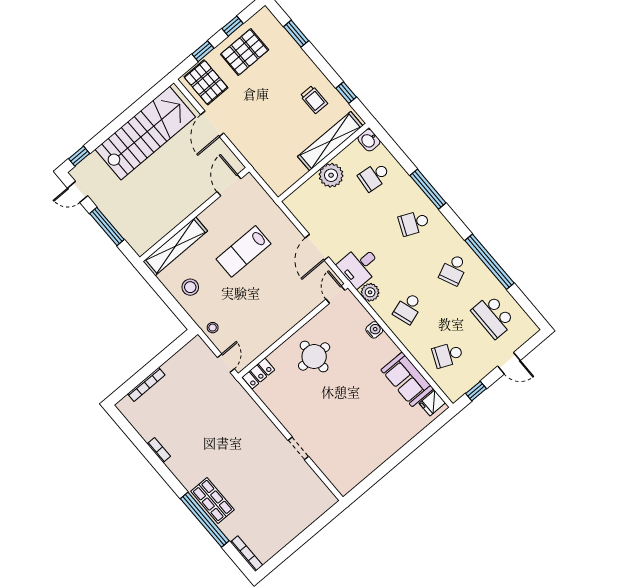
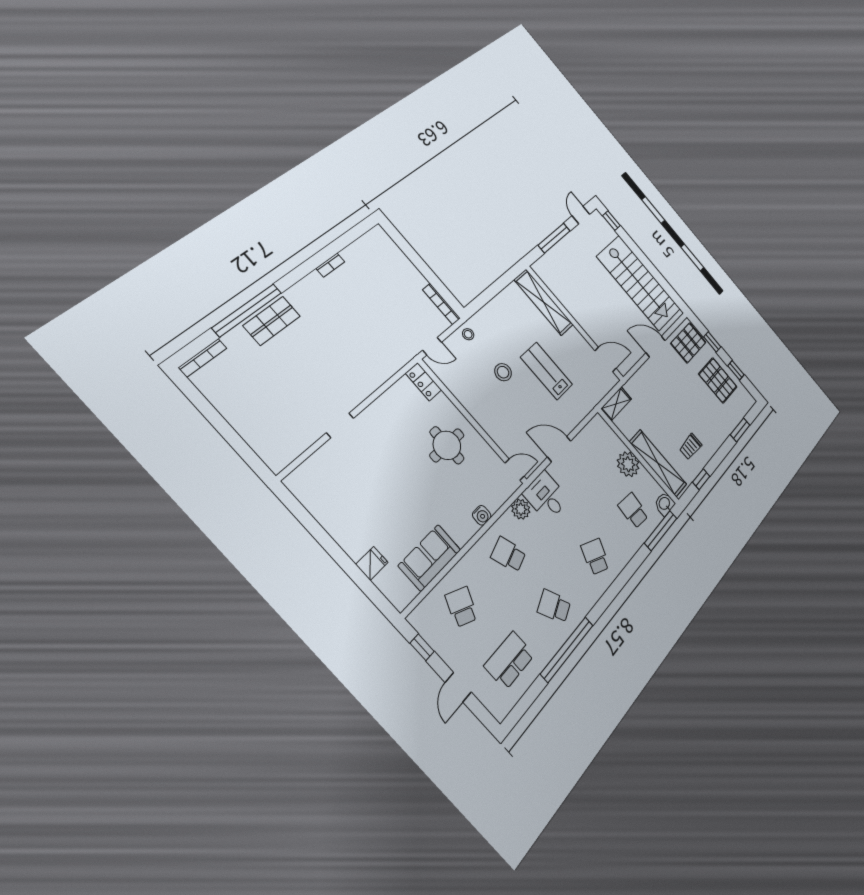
shelving: (273, 180) -> (616, 404), added
window: (428, 189) -> (661, 531), moved
stool: (190, 287) -> (503, 372), moved
bookcase: (146, 384) -> (442, 304), moved
fridge: (432, 403) -> (372, 563), moved, turned 90

